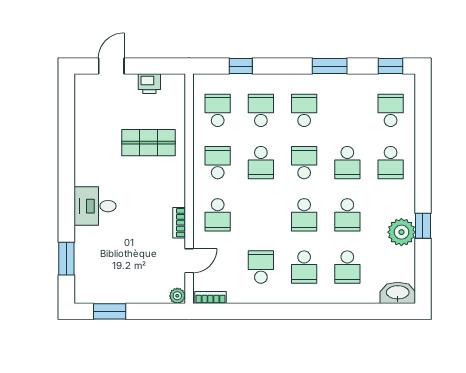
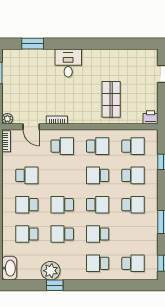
printer: (149, 84) -> (150, 117), moved, turned 90
school desk: (218, 215) -> (62, 146), turned 180

